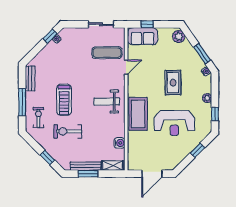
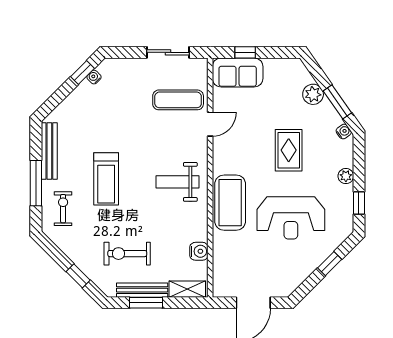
plant: (179, 37) -> (313, 94), moved
bench: (30, 79) -> (49, 151), width x1.36
exercise bike: (68, 131) -> (127, 254), moved

